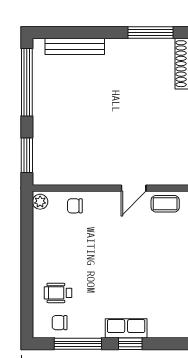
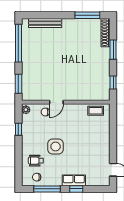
door: (134, 188) -> (56, 102), moved
window: (27, 237) -> (18, 129), added
side table: (93, 268) -> (56, 146), added

